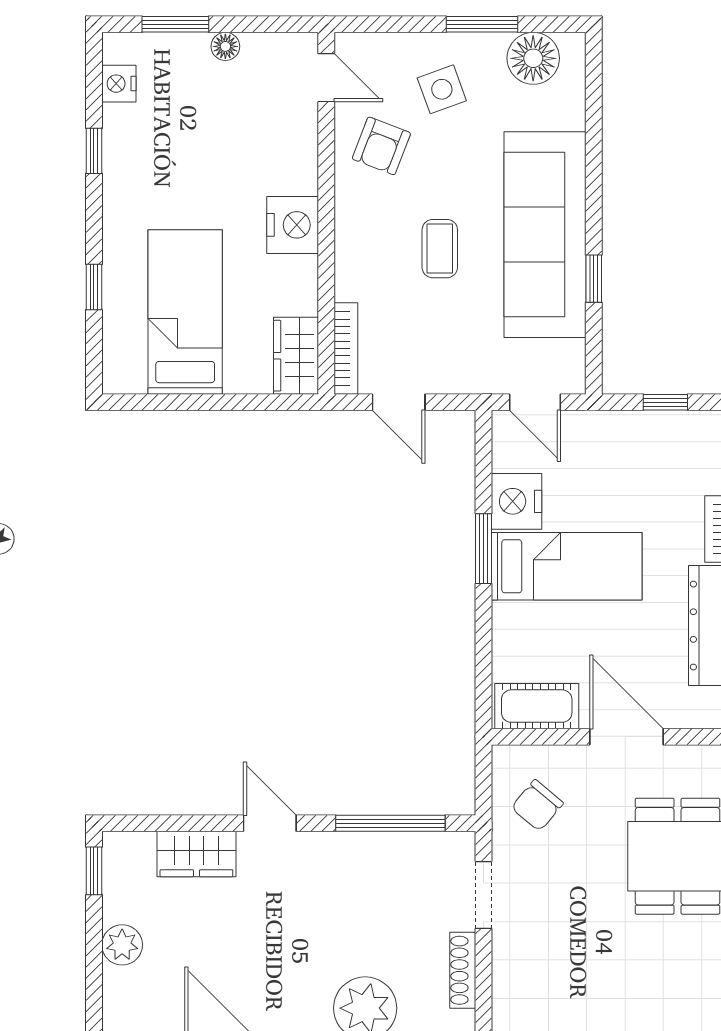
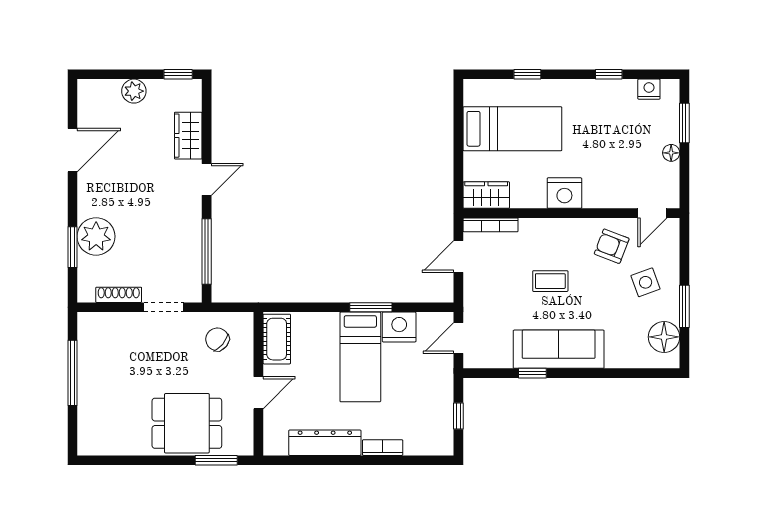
sofa: (545, 235) -> (559, 349), width x0.74, depth x0.79
door: (627, 737) -> (258, 393), width x0.73

